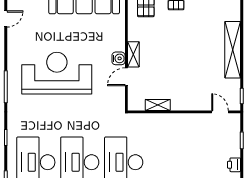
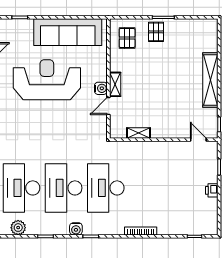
reception desk: (57, 73) -> (47, 80), moved

